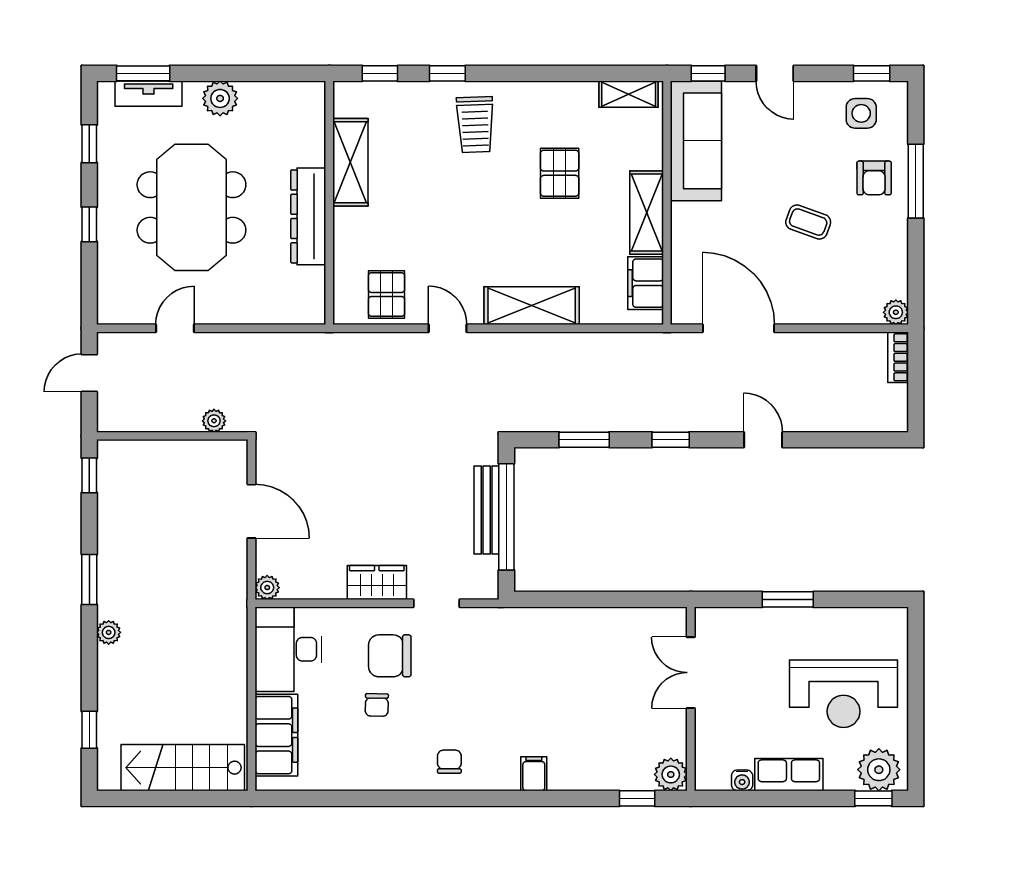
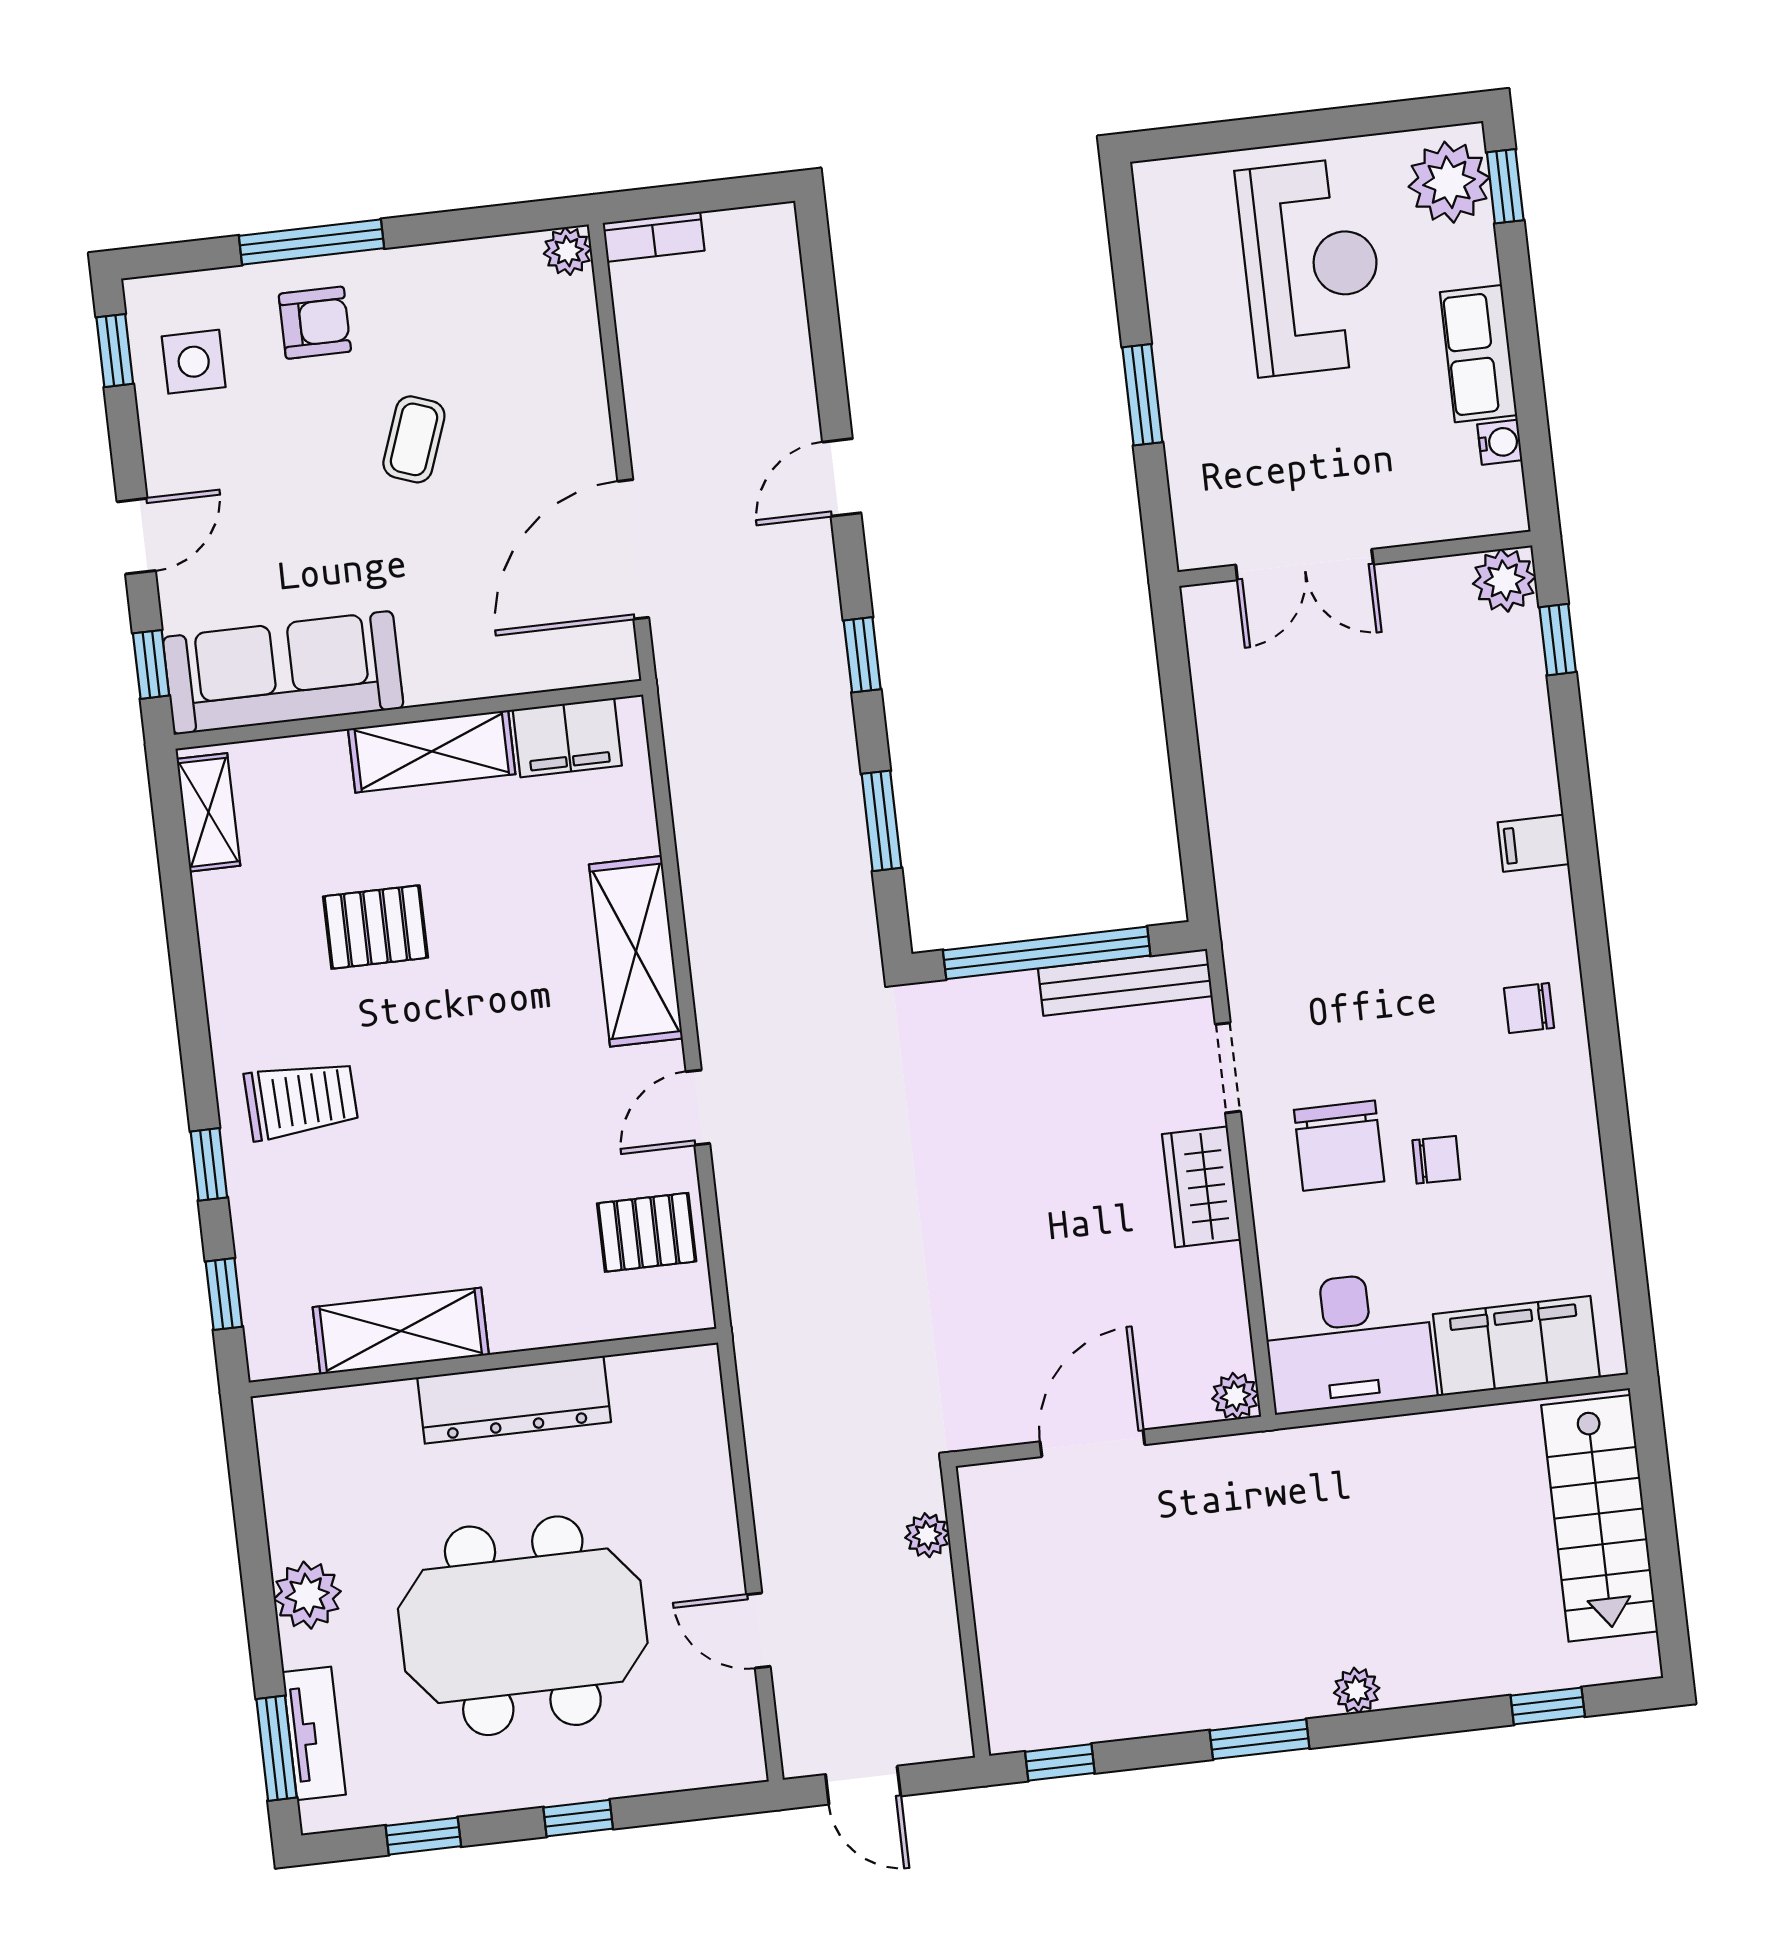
bench: (487, 510) -> (1125, 982), moved

